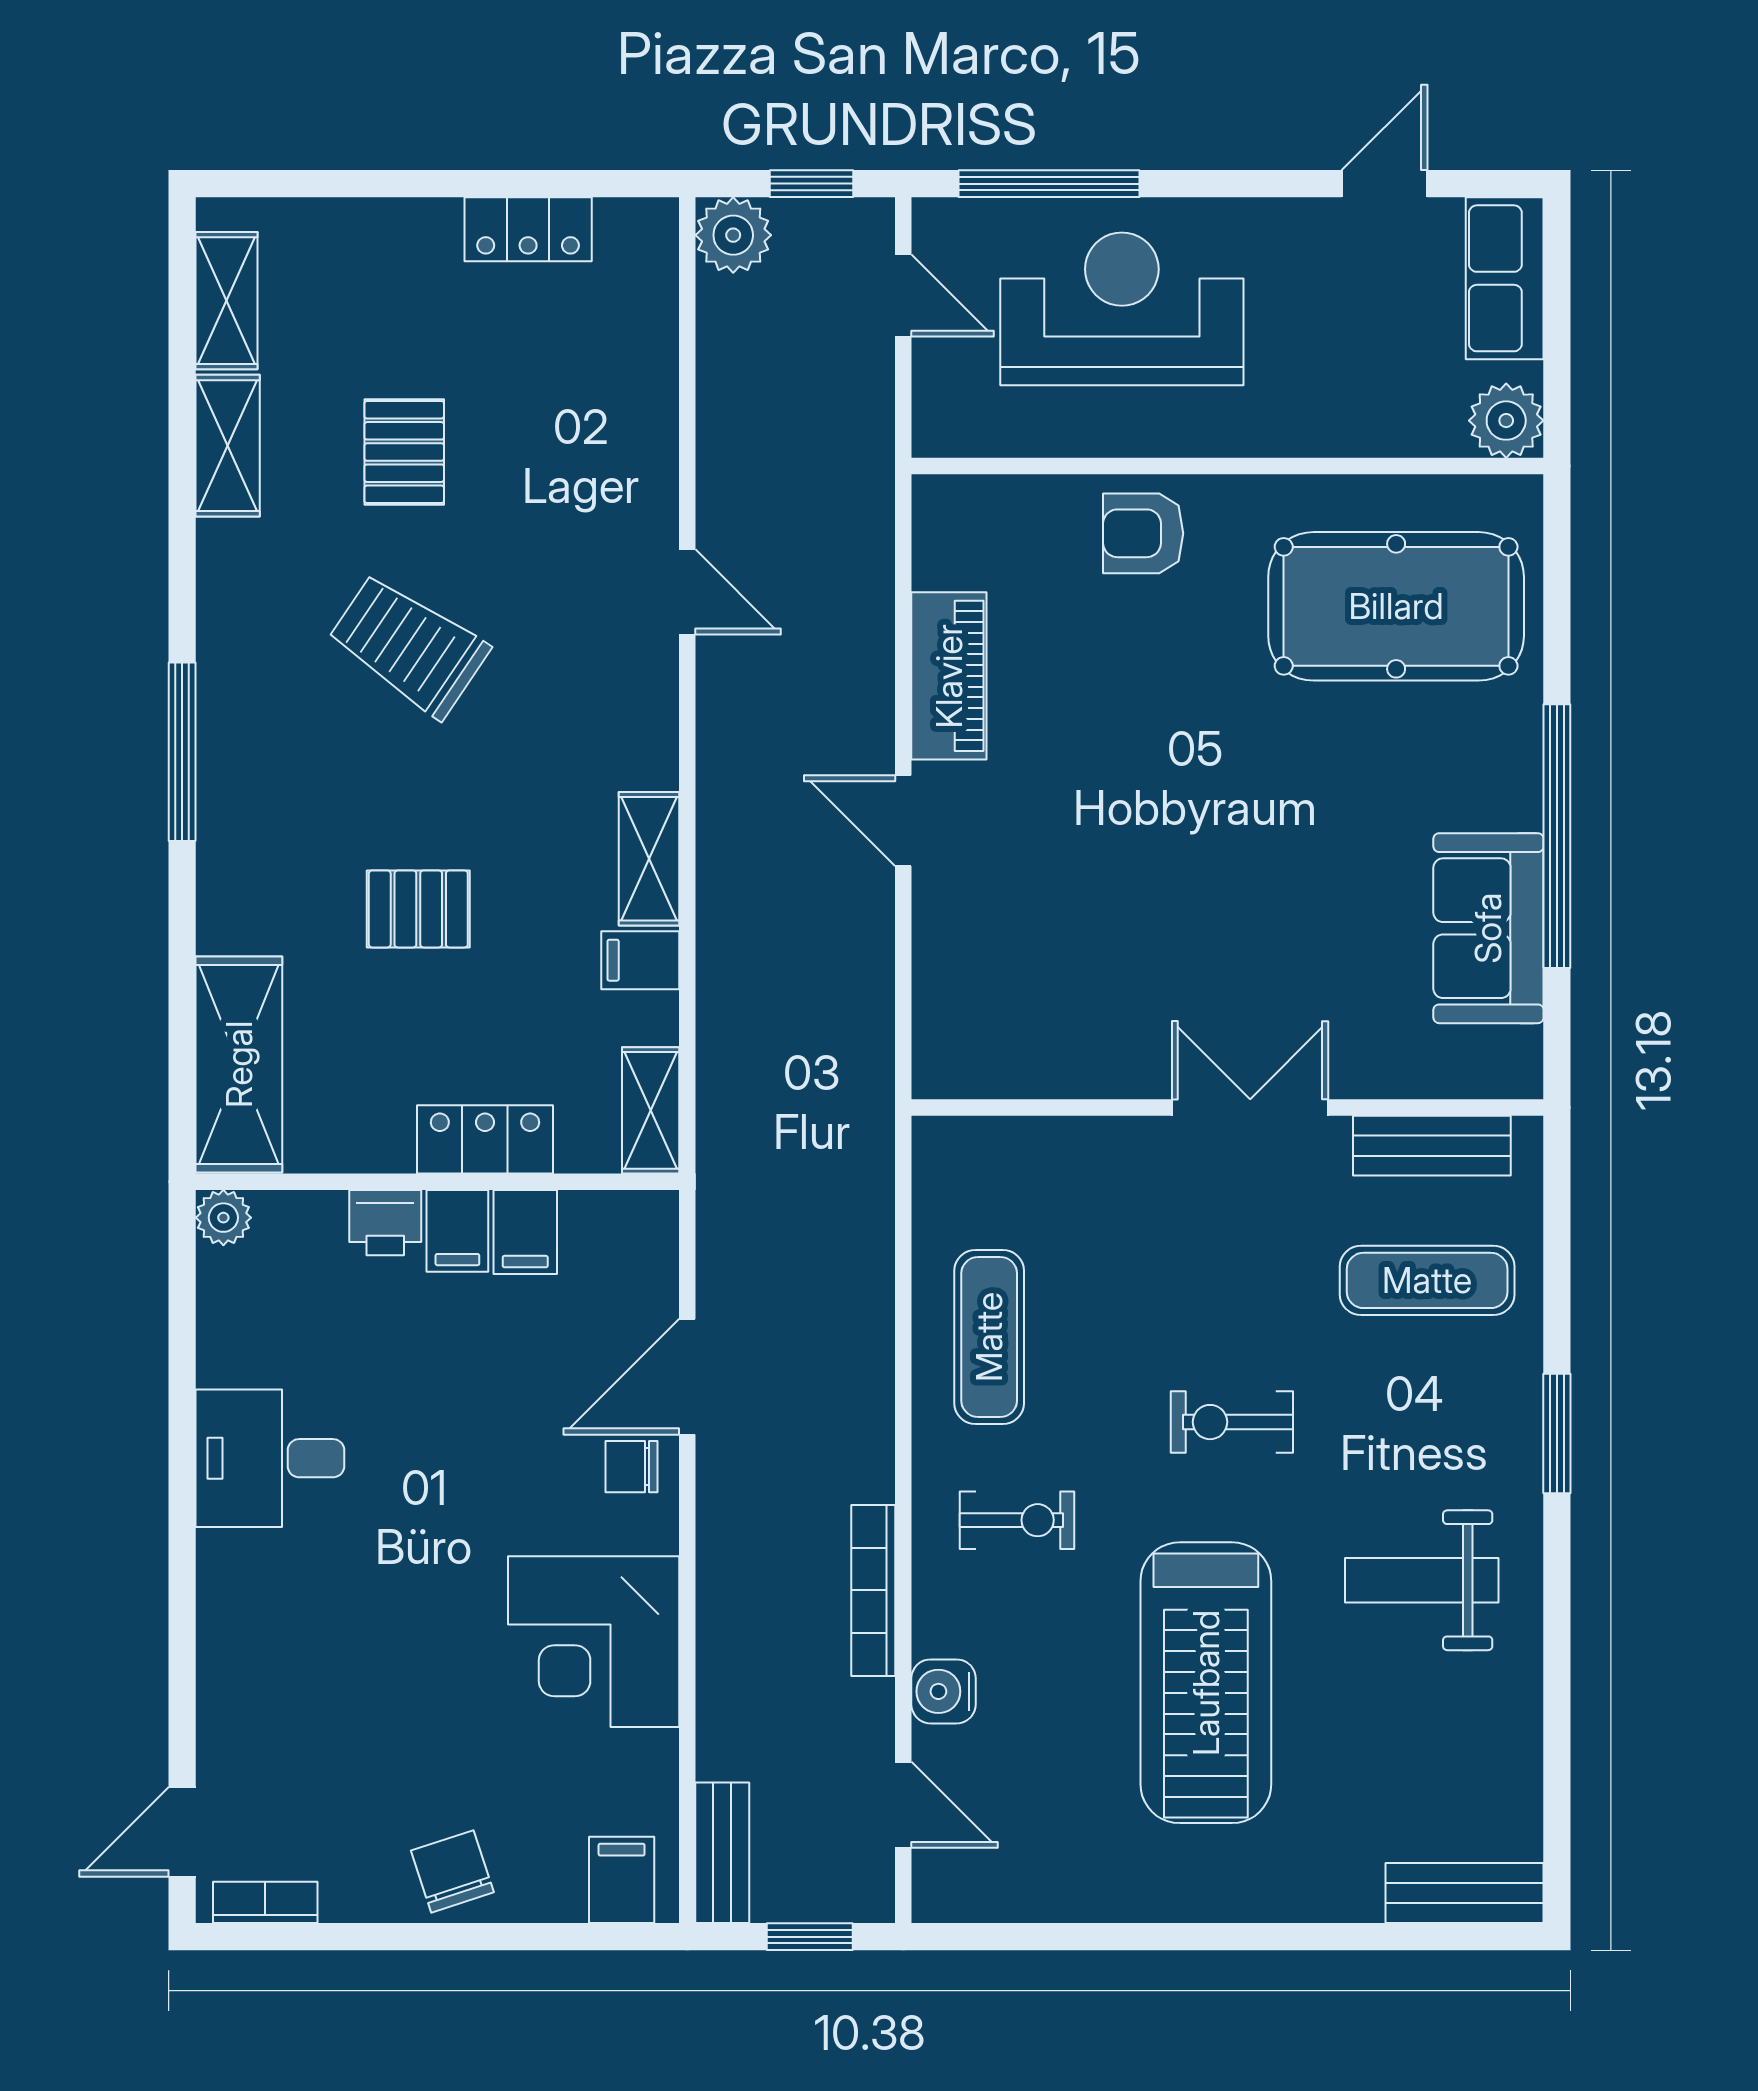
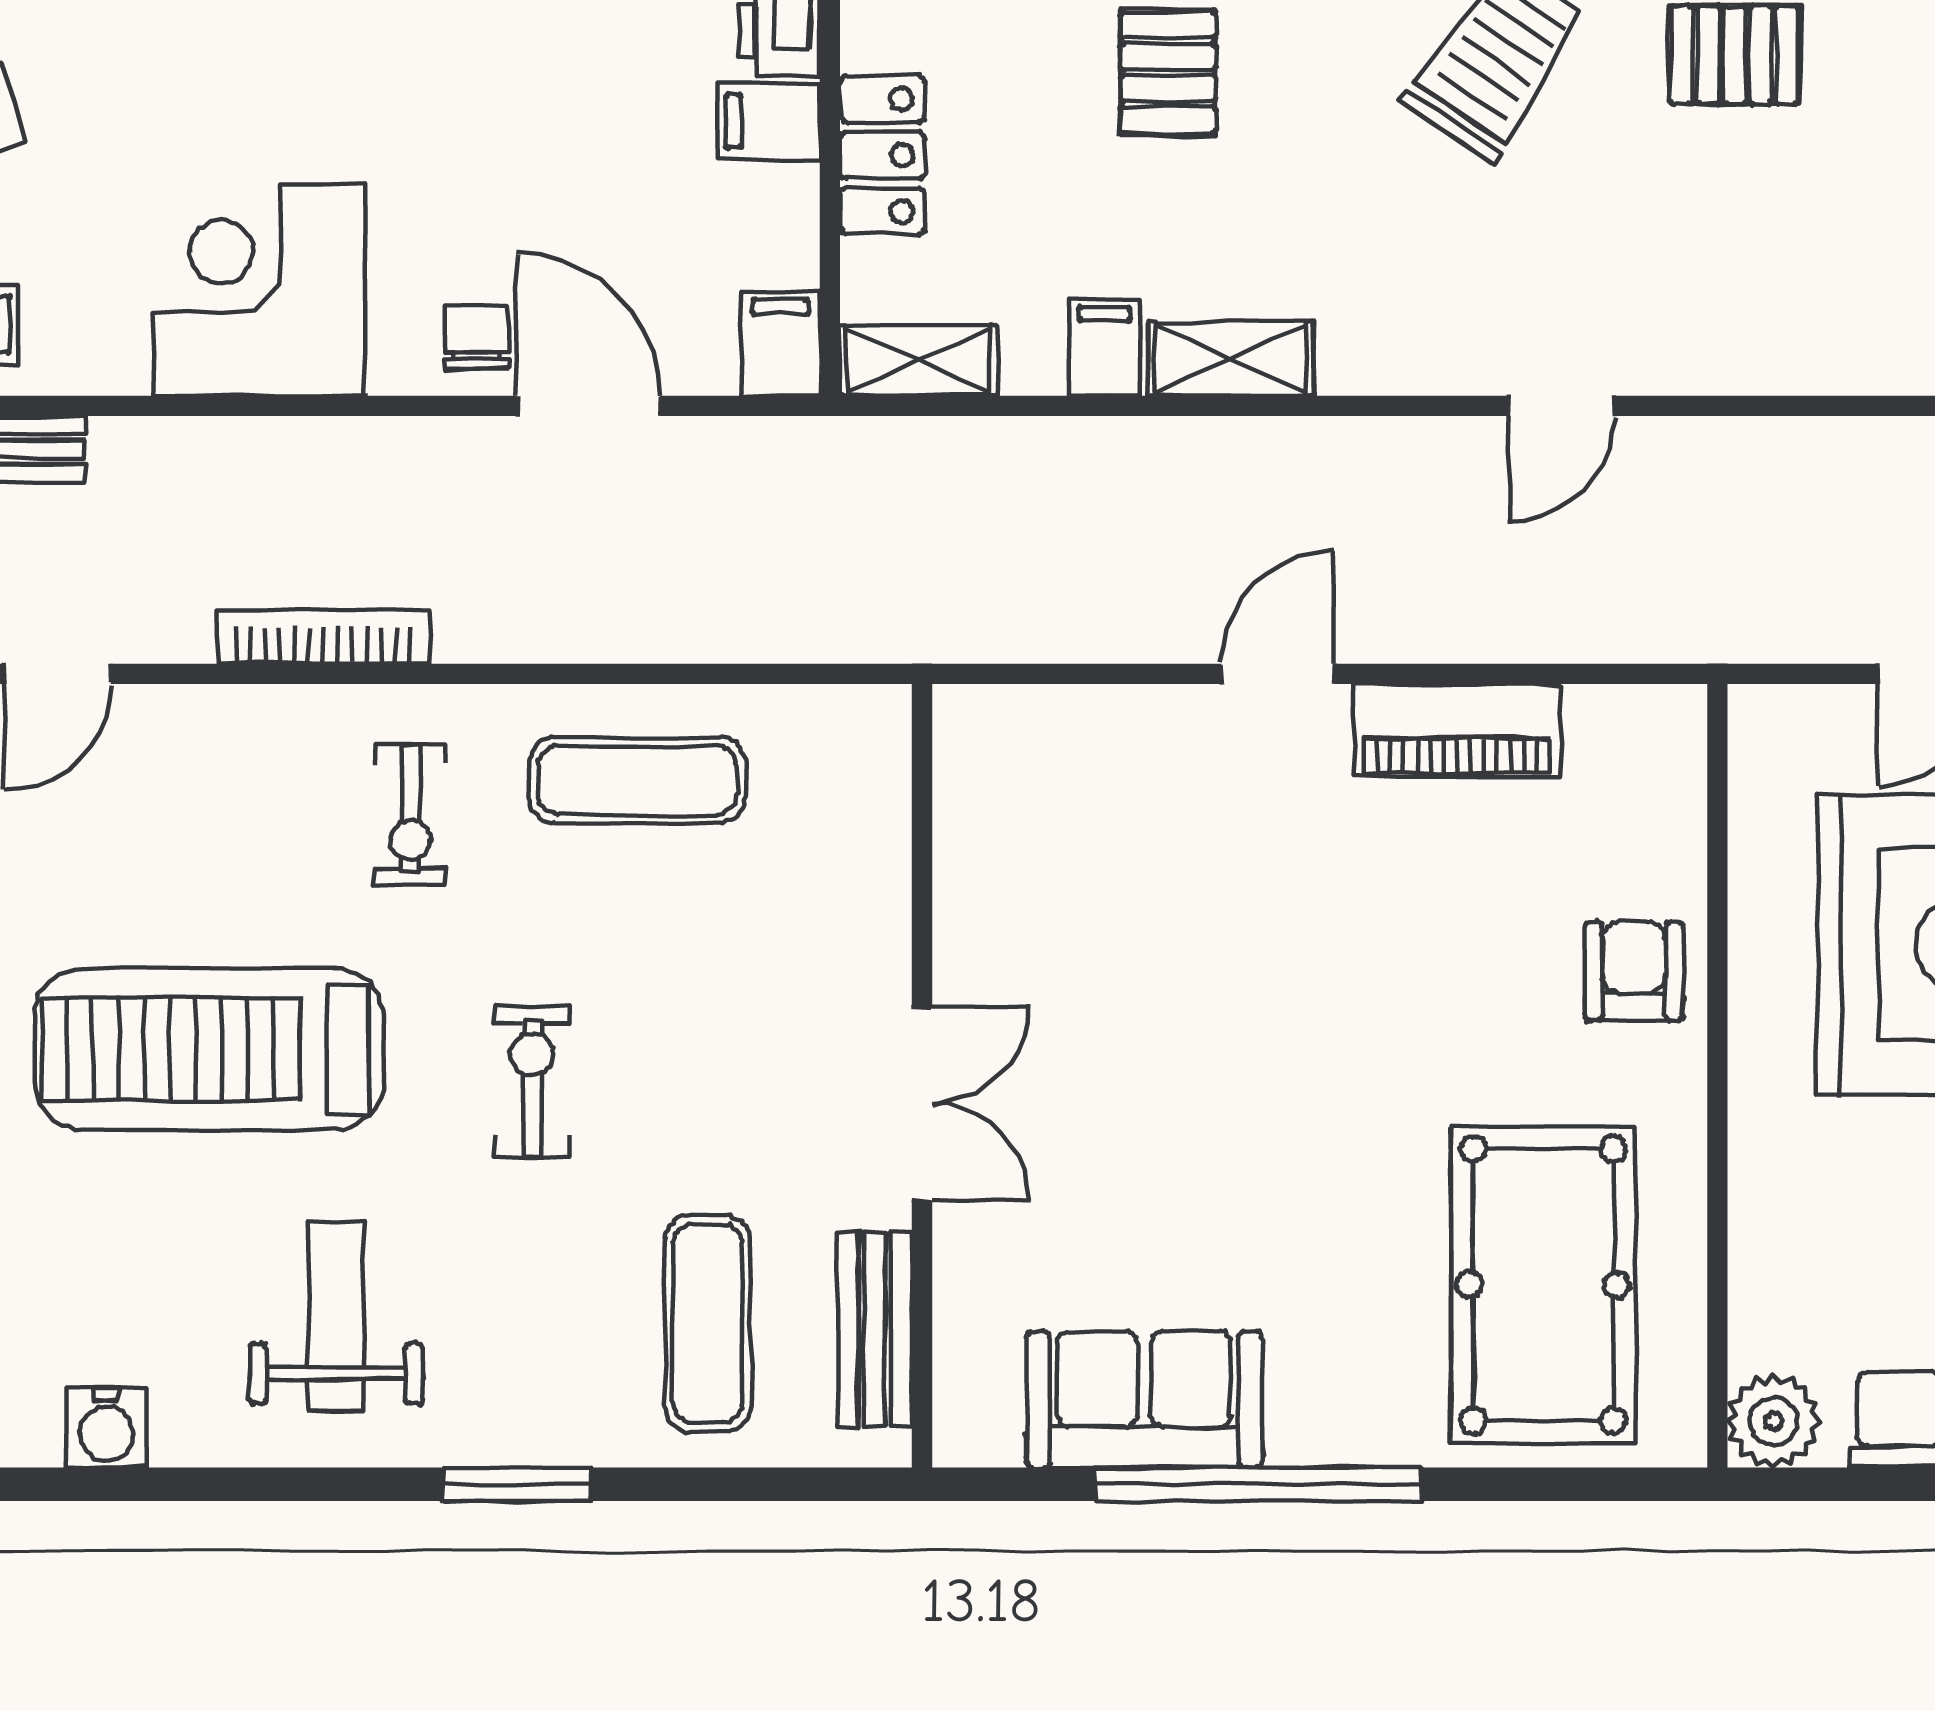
filing cabinet: (525, 1232) -> (781, 344), moved, turned 90
water cooler: (944, 1691) -> (106, 1428), moved, turned 180

